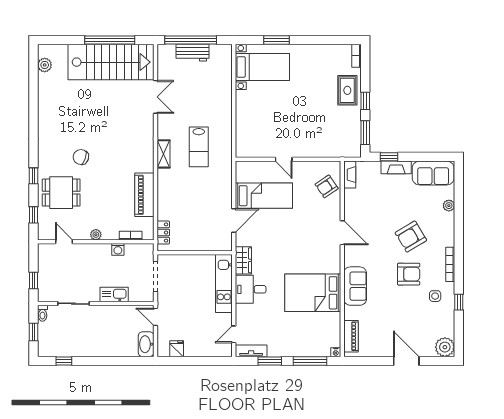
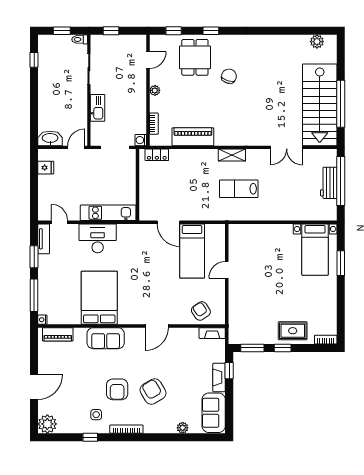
washing machine: (118, 249) -> (141, 140), moved
wardrobe: (243, 260) -> (130, 231), removed
desk: (251, 289) -> (98, 238), width x1.37

